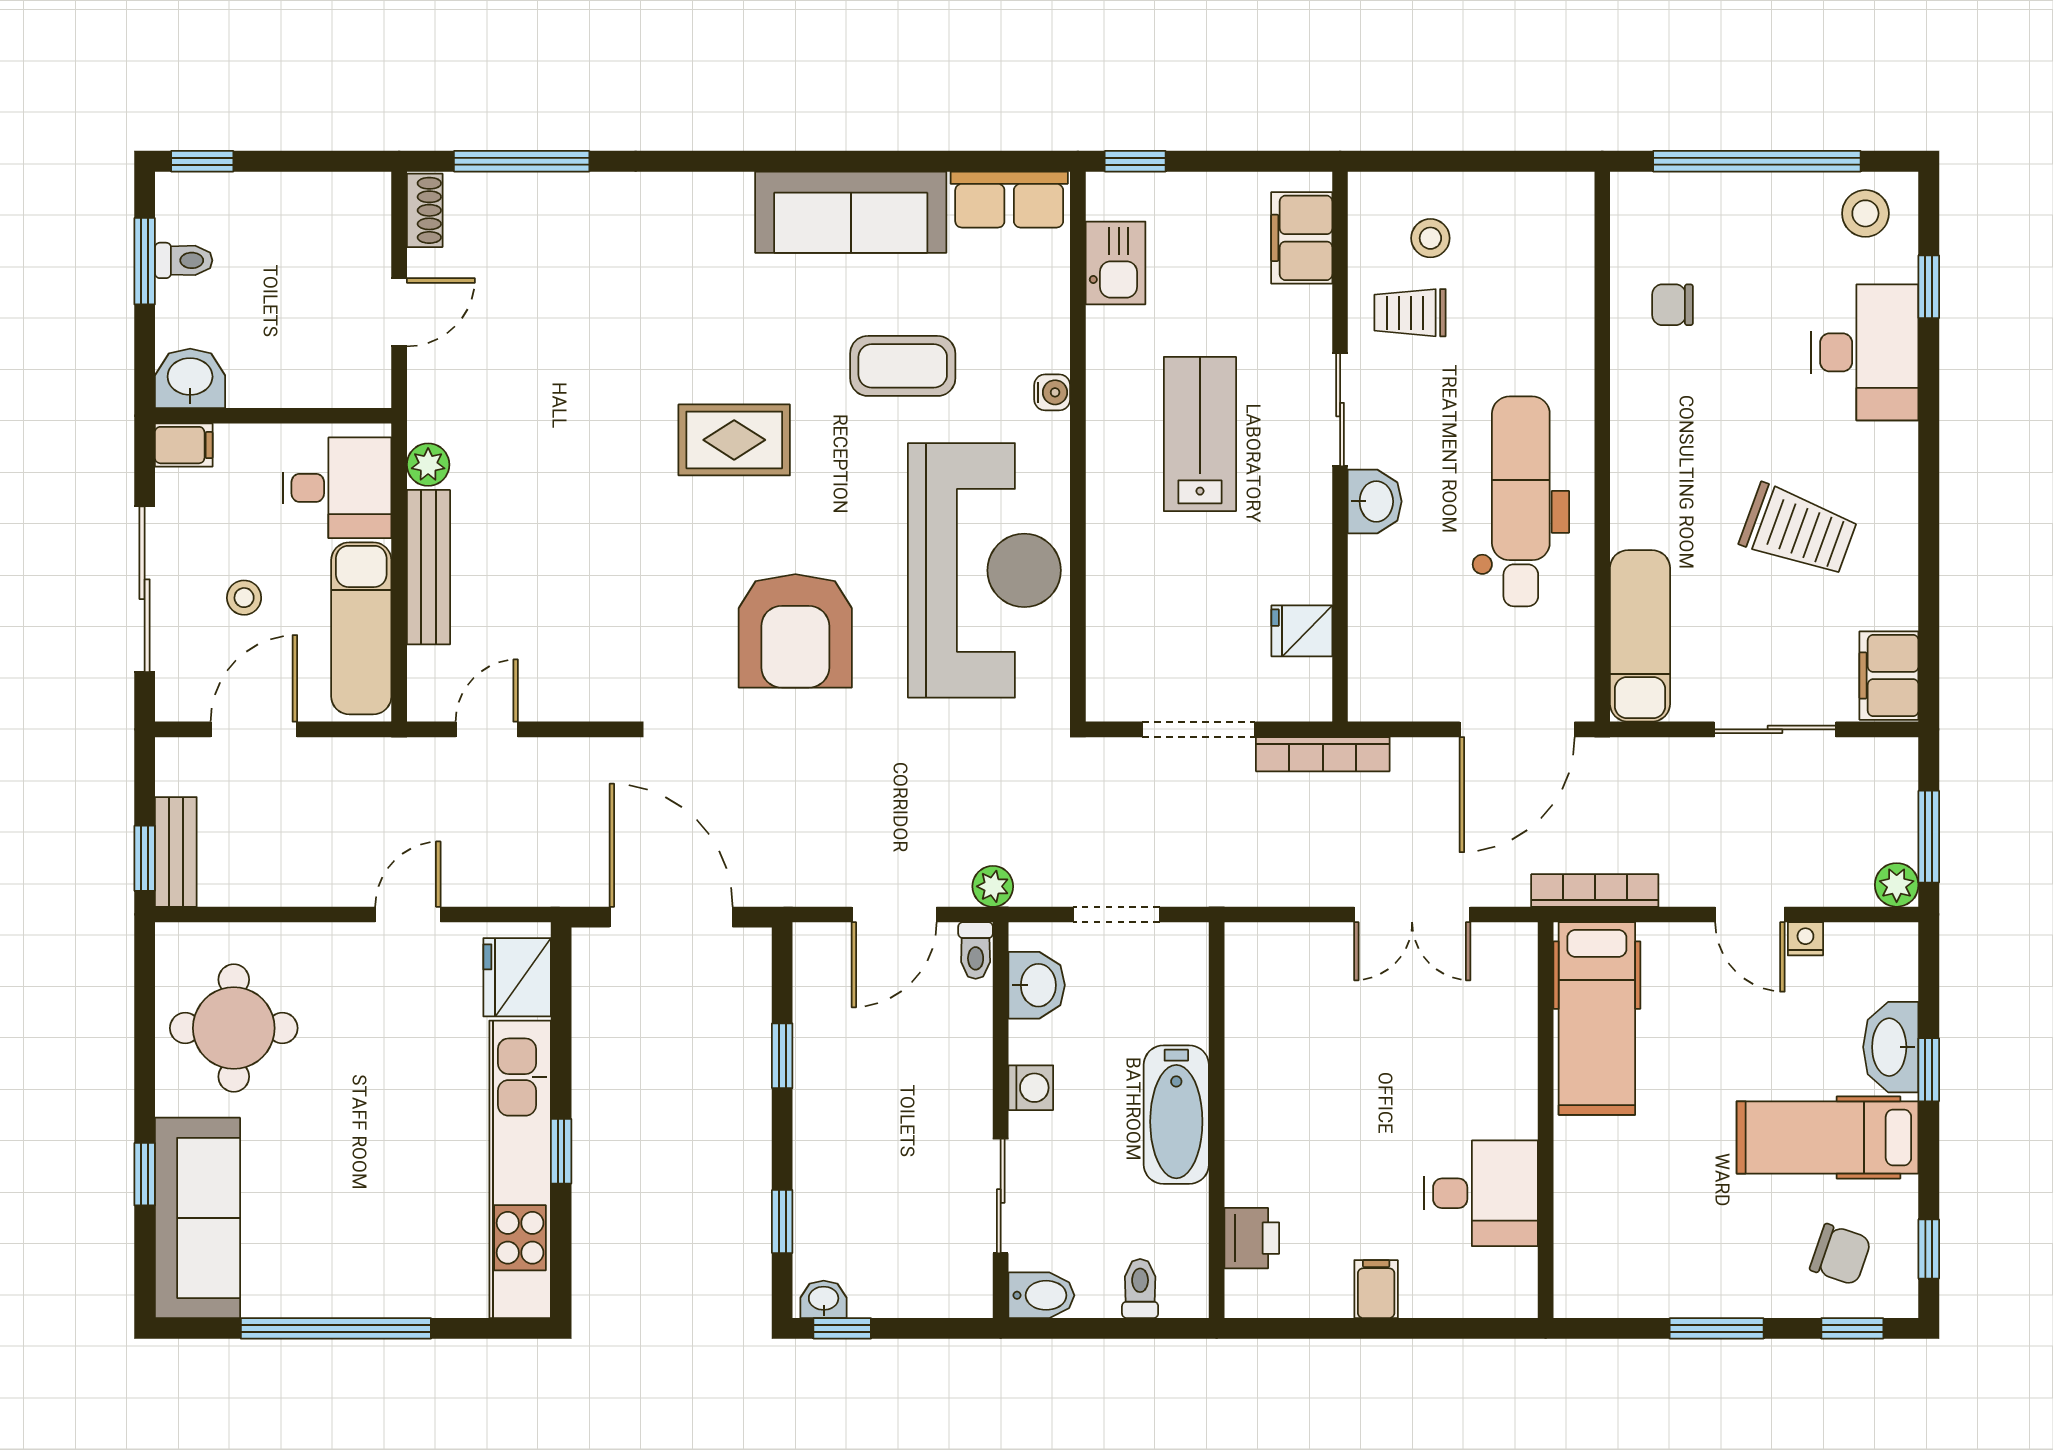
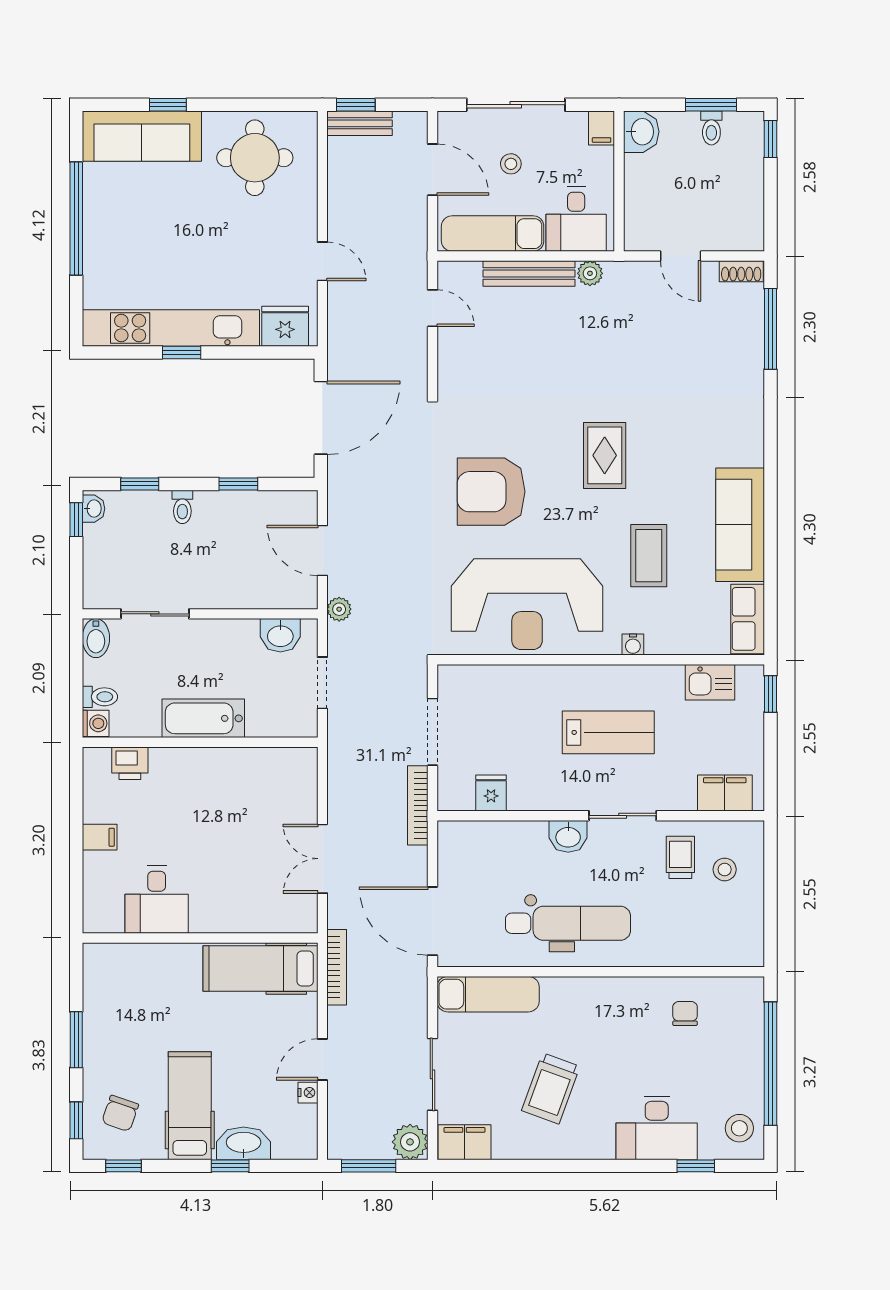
plant: (1897, 885) -> (410, 1142), moved, width x1.38, depth x1.38
toilet: (976, 950) -> (182, 507), moved, turned -90
washing machine: (1031, 1088) -> (96, 723), moved, turned -90

